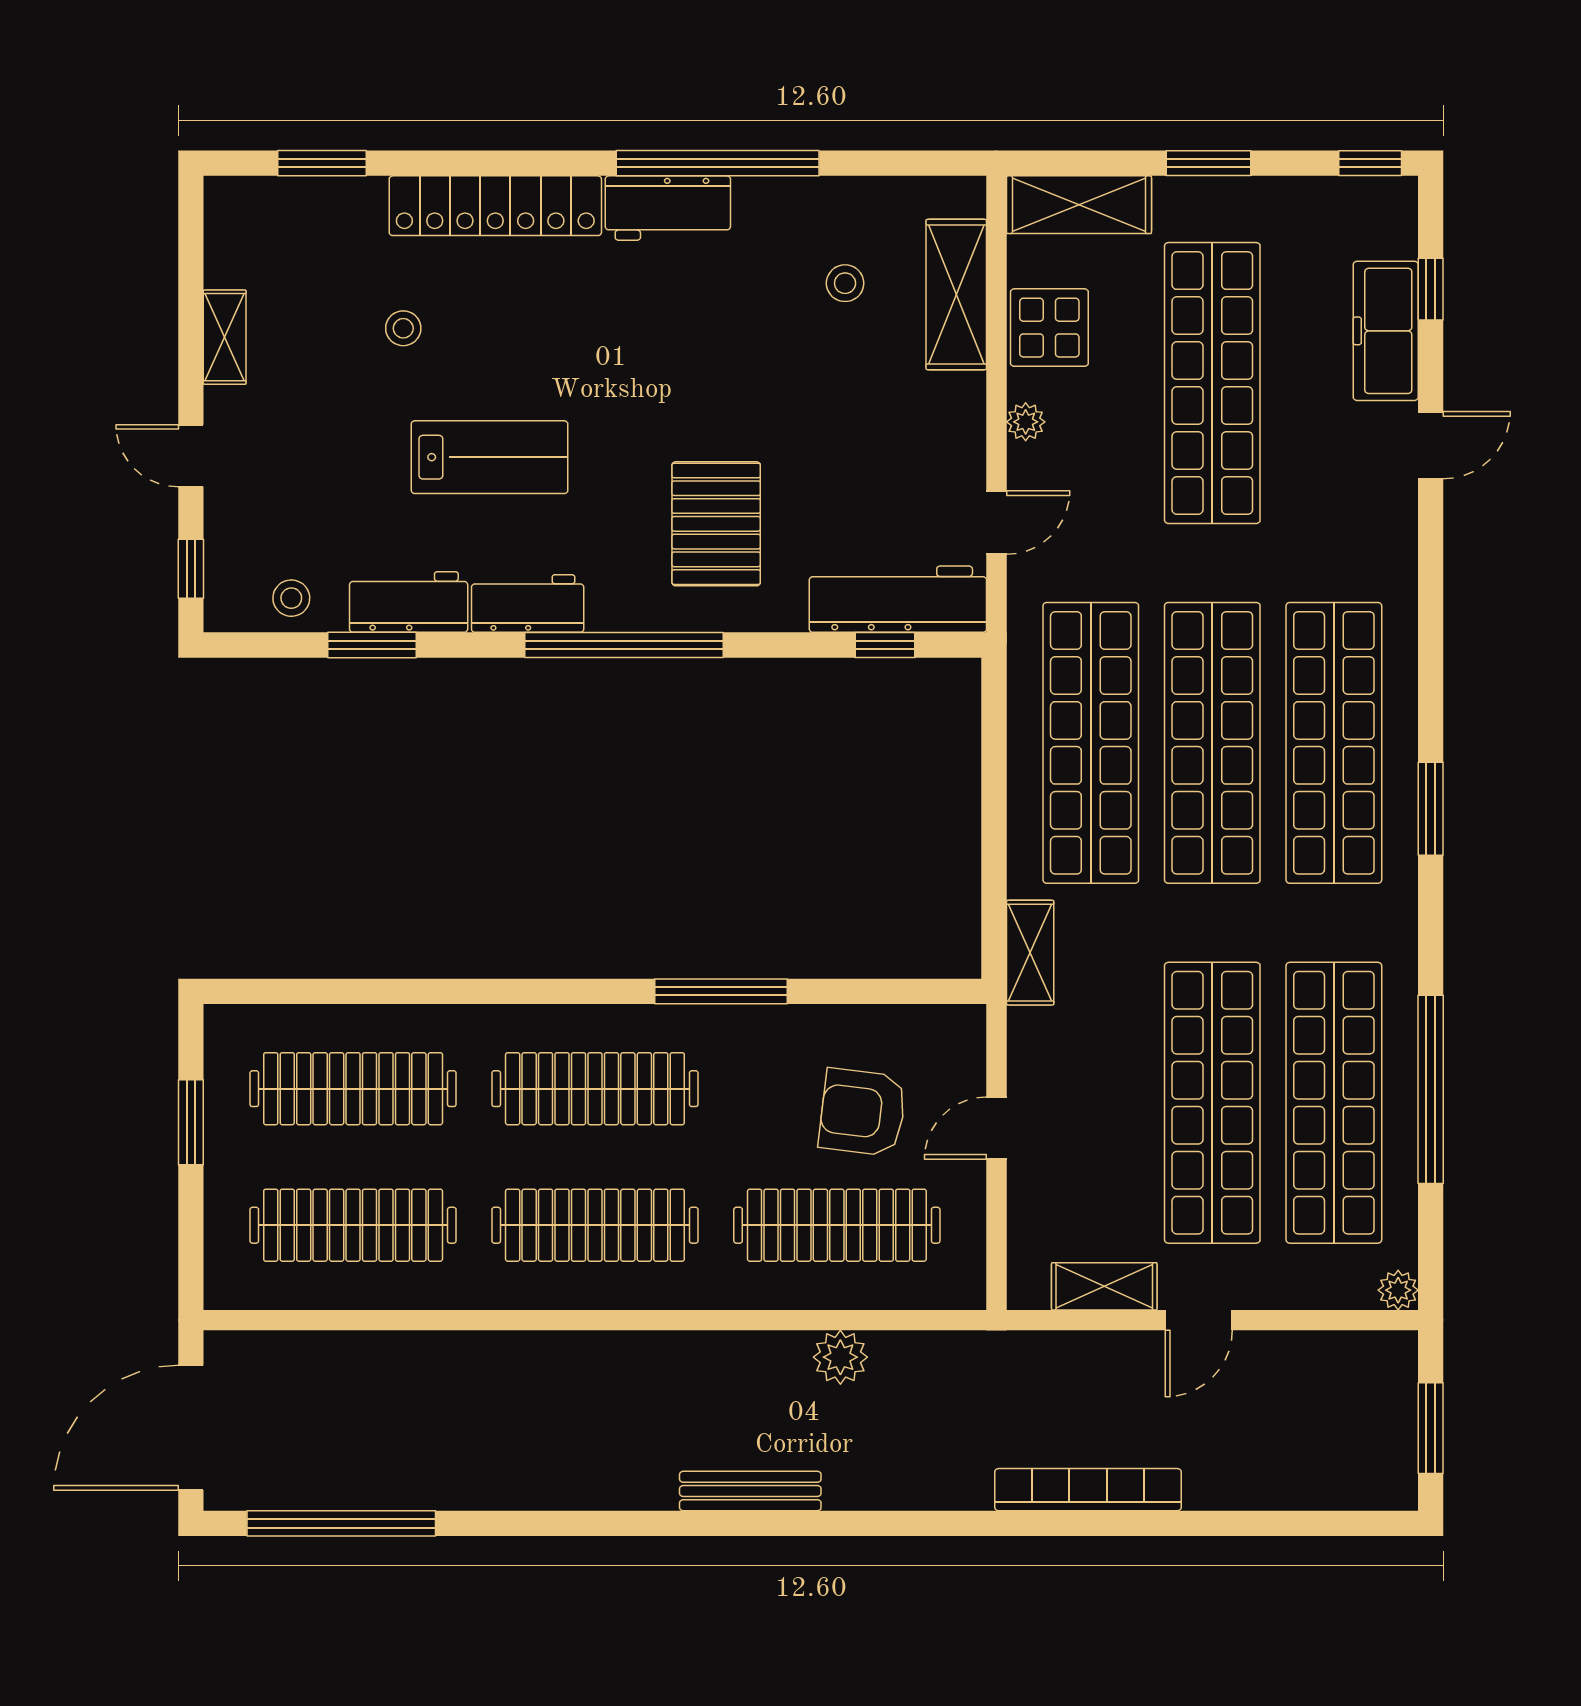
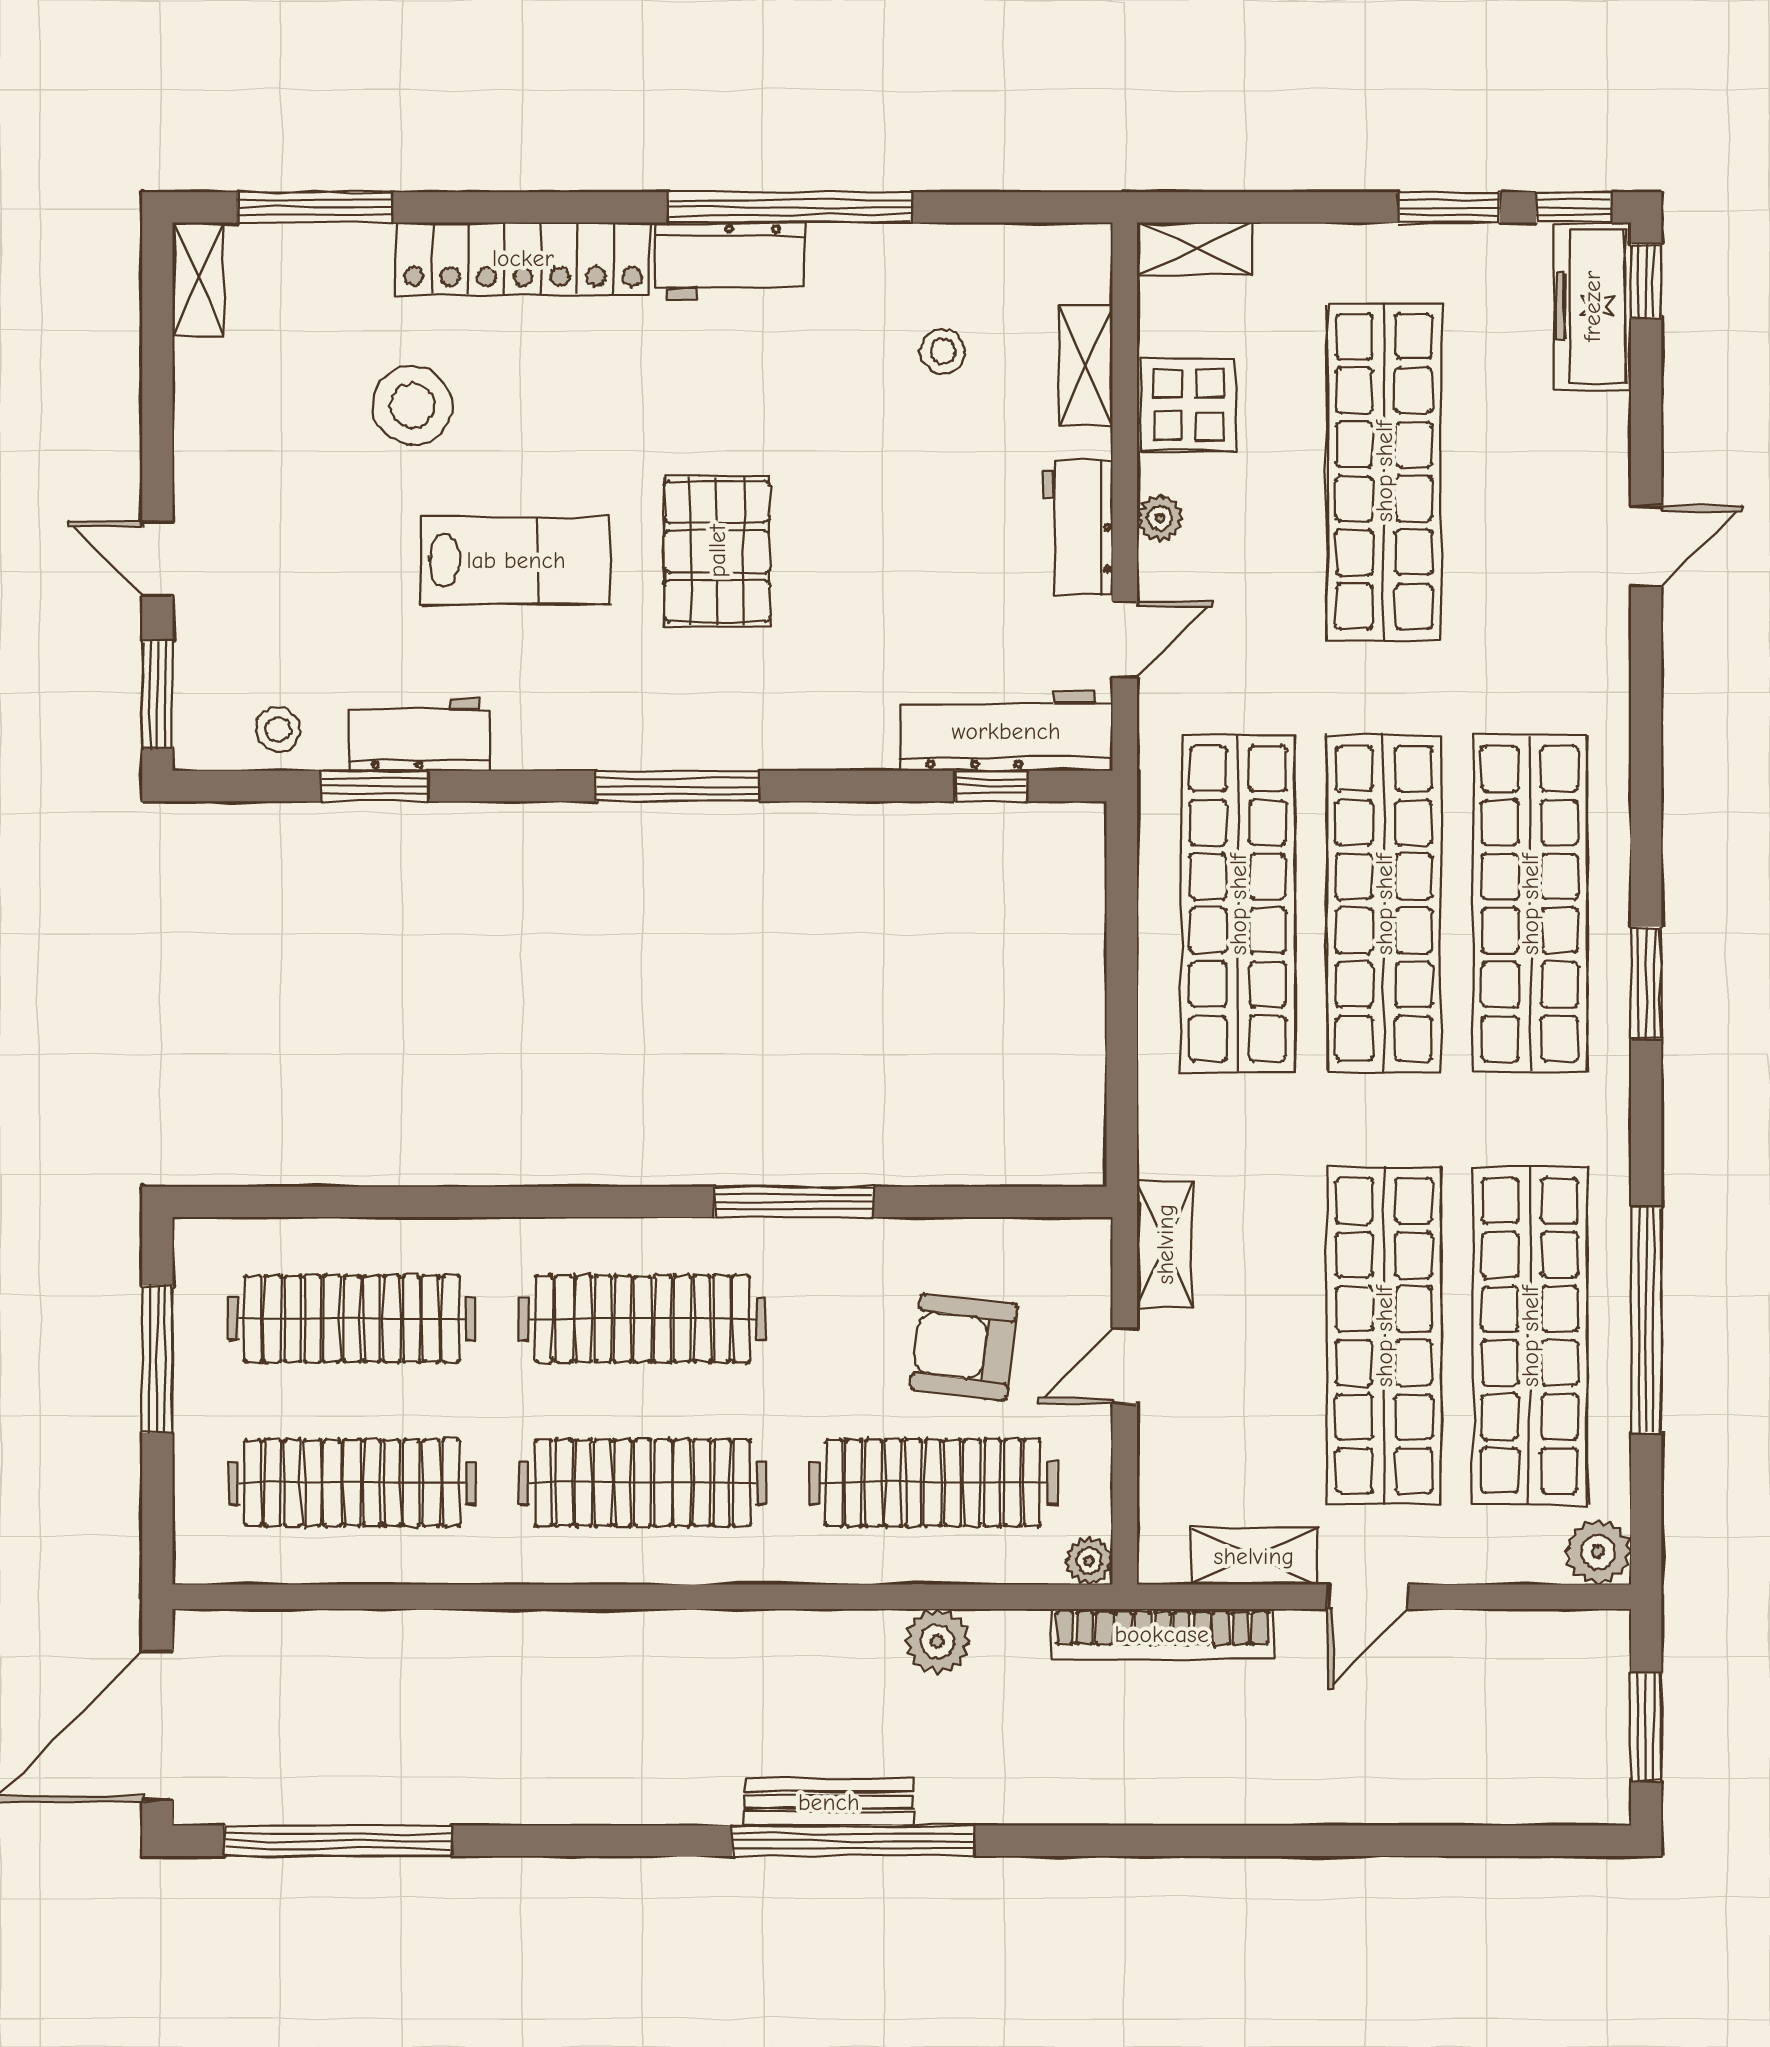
window: (322, 163) -> (315, 207), width x1.44
window: (1209, 163) -> (1449, 207), moved
shelving: (1079, 205) -> (1195, 249), width x0.67, depth x0.75
window: (1431, 289) -> (1646, 281), moved
shelving: (956, 295) -> (1086, 365), width x0.67, depth x0.75
stool: (403, 328) -> (412, 406), width x1.89, depth x1.89
freezer: (1386, 331) -> (1592, 306), moved
shelving: (225, 337) -> (198, 279), moved
pallet: (716, 524) -> (717, 551), moved
window: (191, 569) -> (157, 695), width x1.50
workbench: (528, 603) -> (1078, 528), moved, turned -90
window: (624, 645) -> (677, 786), width x0.68
shelving: (1030, 953) -> (1165, 1244), moved
window: (191, 1122) -> (157, 1359), width x1.44
plant: (967, 1290) -> (1089, 1561), added
plant: (1398, 1290) -> (1598, 1552), width x1.38, depth x1.38
bookcase: (1088, 1490) -> (1162, 1634), moved, turned 180
window: (770, 1523) -> (853, 1841), added

